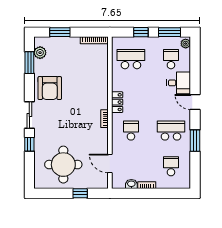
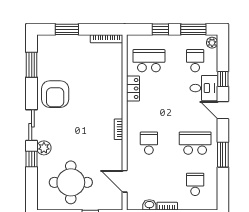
plant: (40, 53) -> (44, 148), moved
window: (195, 75) -> (223, 79), added
locker: (117, 102) -> (133, 88), moved

